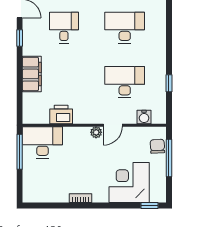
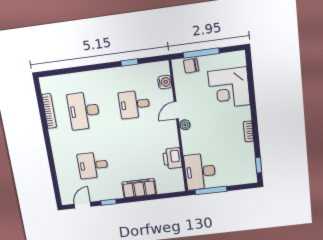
desk: (125, 82) -> (134, 104), width x0.73
door: (113, 125) -> (176, 110), swing flipped
window: (150, 205) -> (259, 165), moved

